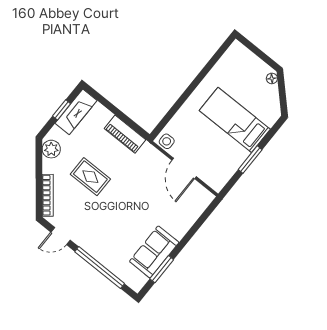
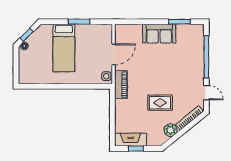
window: (282, 91) -> (27, 35), added
piano: (125, 134) -> (121, 85), moved
plant: (51, 149) -> (171, 130), moved
rug: (90, 177) -> (160, 103), turned 90
sofa: (154, 252) -> (159, 34), moved

